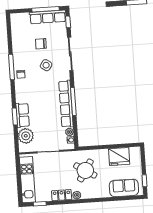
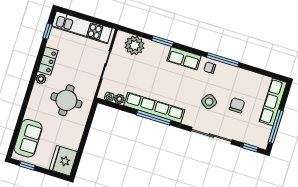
row of seats: (48, 17) -> (273, 102), moved
row of seats: (23, 115) -> (184, 58), moved
fridge: (119, 156) -> (63, 161), moved
round table: (85, 170) -> (66, 100), turned -32

